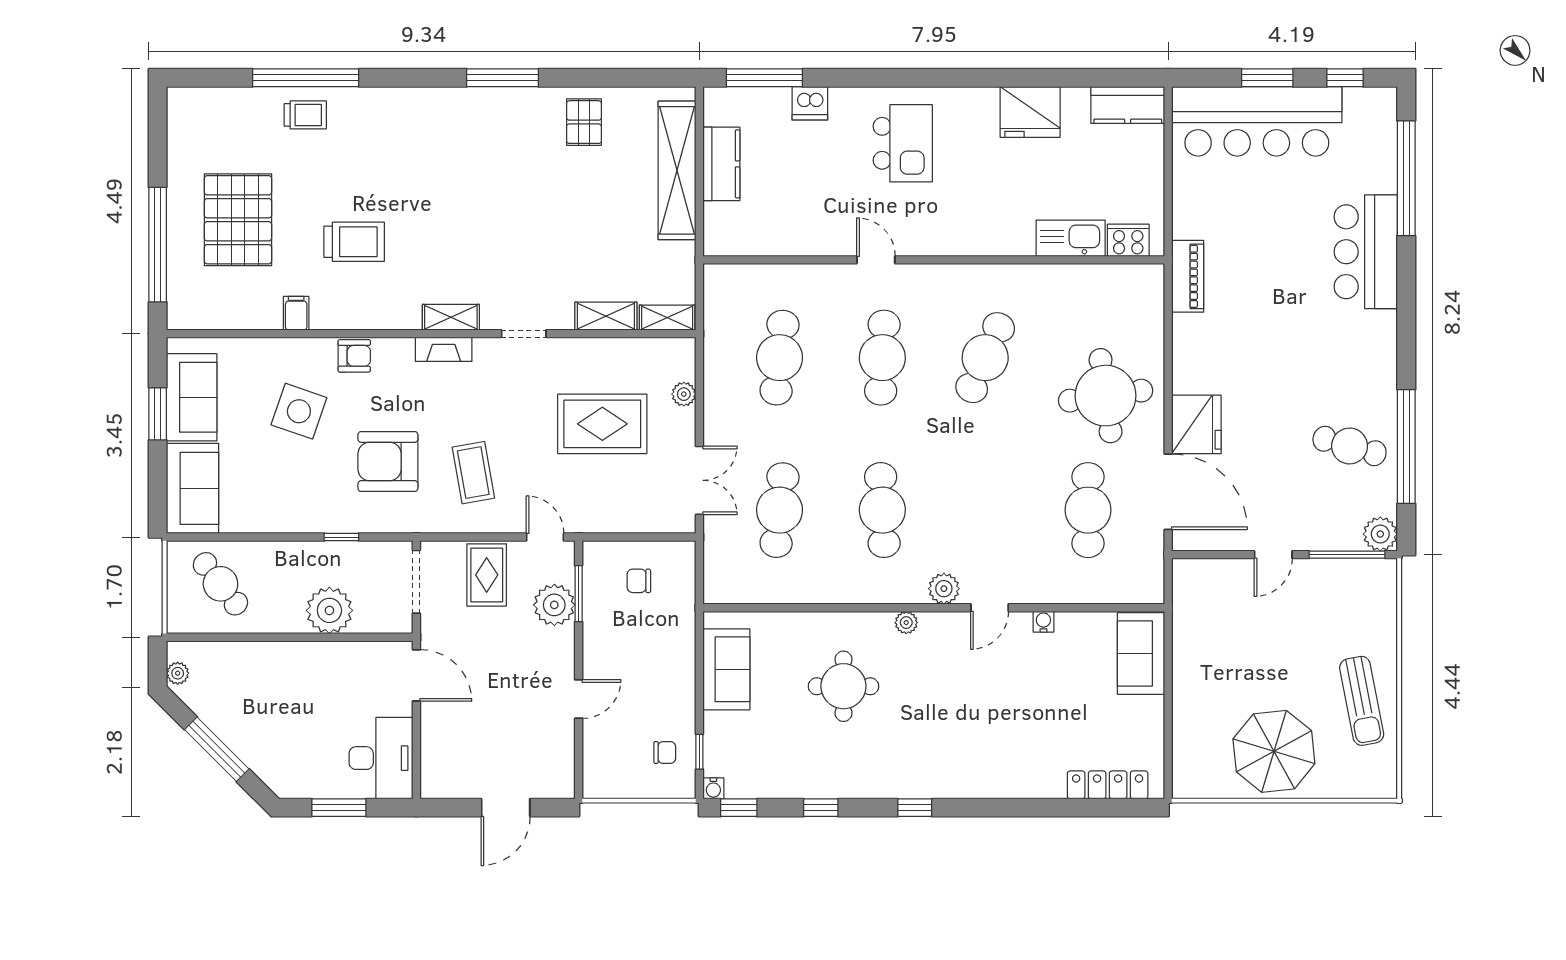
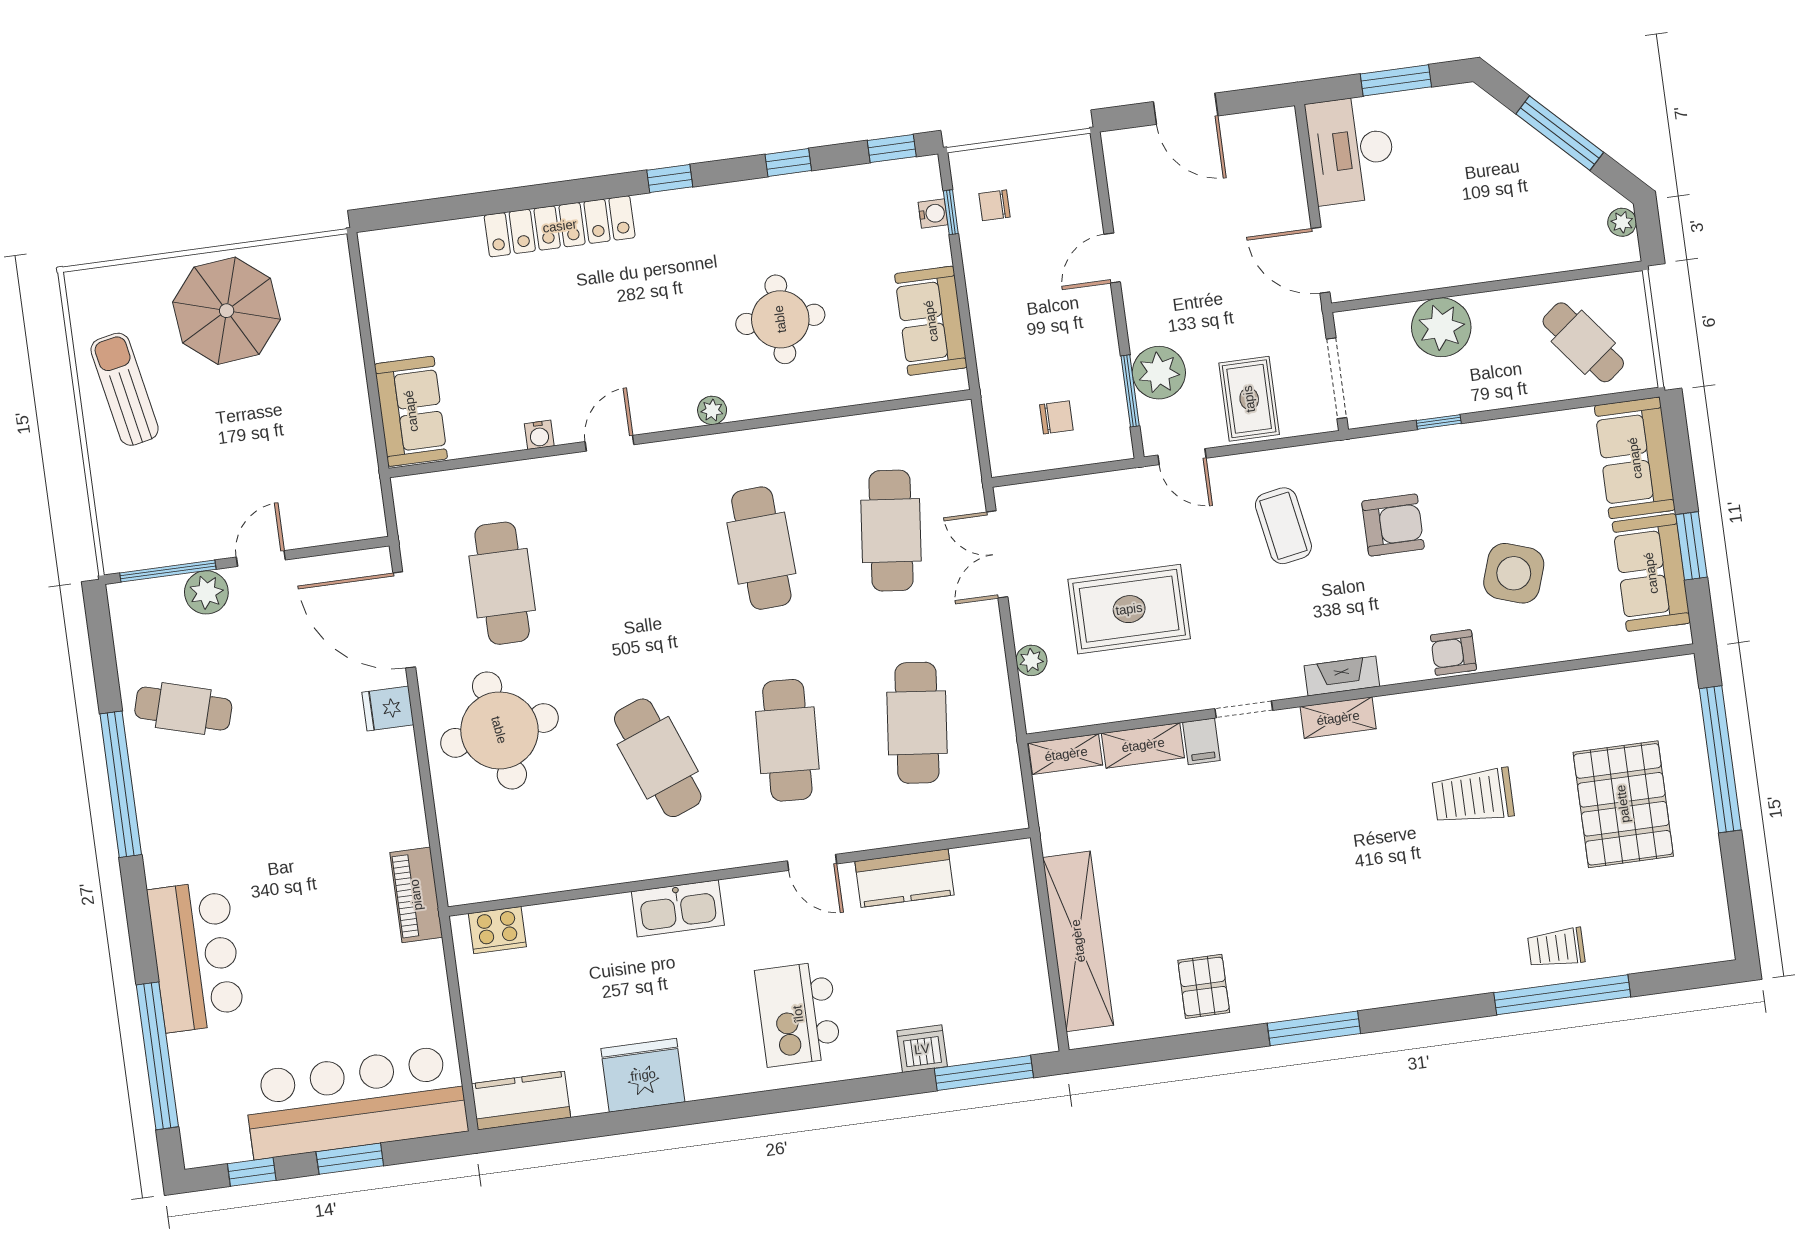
kitchen counter: (721, 164) -> (905, 878), moved, turned -90
kitchen sink: (1071, 238) -> (678, 908), moved
filing cabinet: (296, 313) -> (1201, 741), moved
cafe table: (985, 358) -> (658, 758), turned -45
fridge: (1196, 424) -> (388, 708), width x0.53, depth x0.75
window: (1406, 446) -> (121, 784), moved
armchair: (388, 462) -> (1393, 525), width x0.73, depth x0.73
plant: (1380, 534) -> (206, 592), moved
plant: (944, 589) -> (670, 460), removed
locker: (1108, 785) -> (560, 226), moved, width x1.41, depth x1.21
water cooler: (713, 788) -> (933, 214), moved, turned 90
door: (506, 808) -> (1186, 109), swing flipped

